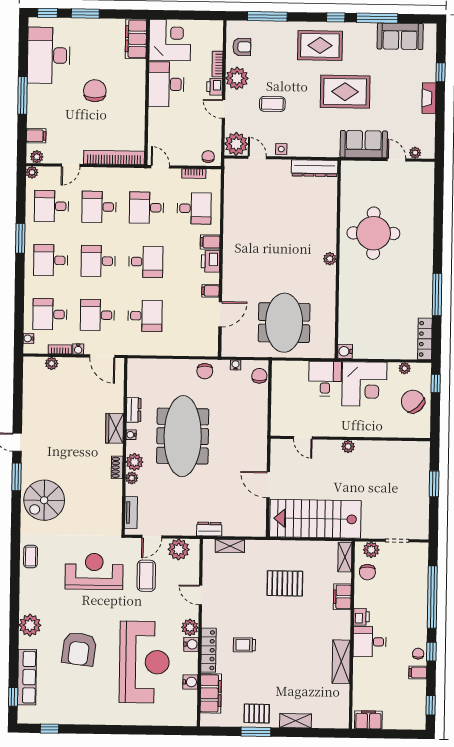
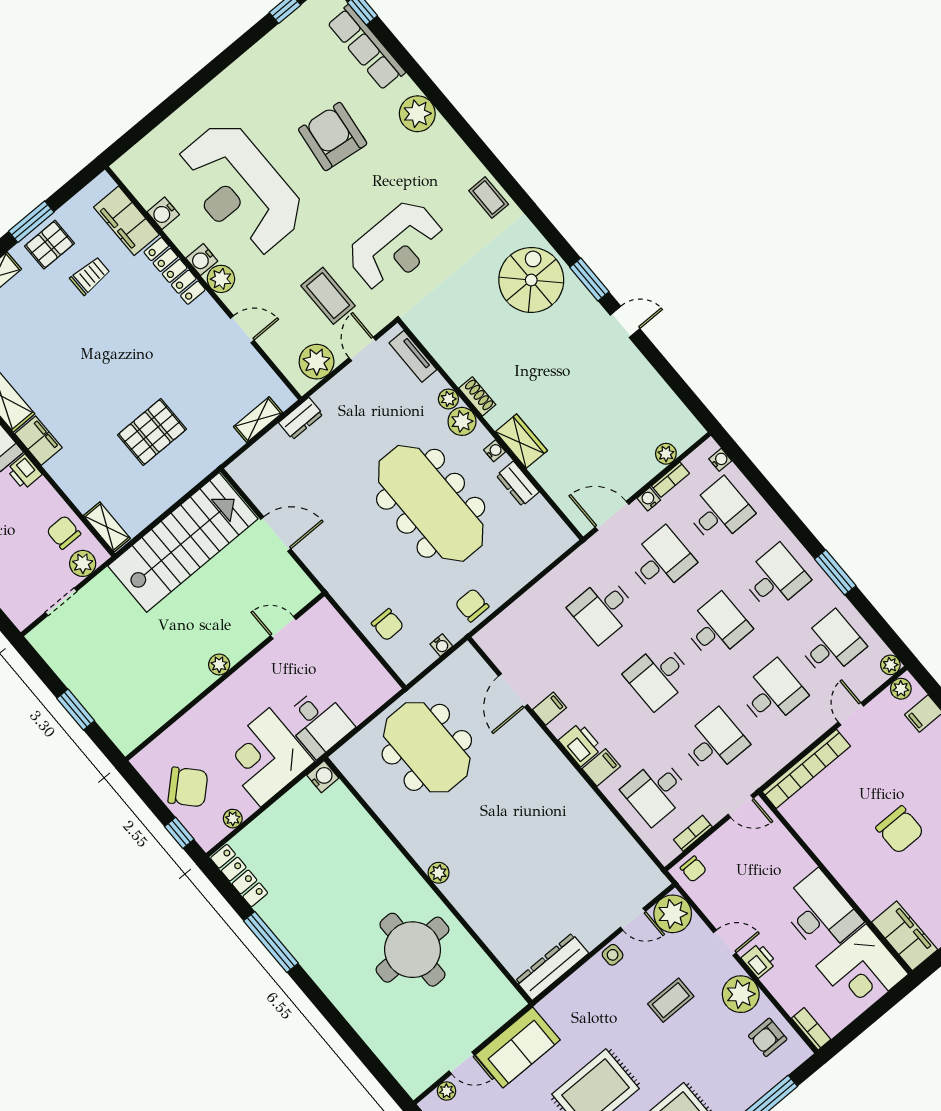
bookcase: (217, 64) -> (811, 1029), moved
chair: (259, 376) -> (388, 625), moved
filing cabinet: (342, 597) -> (38, 441), moved
trolley: (244, 645) -> (90, 276), moved

